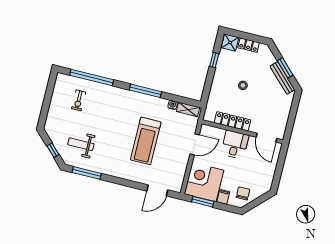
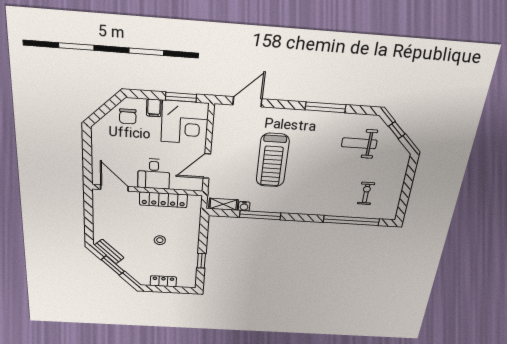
shower: (230, 43) -> (186, 281), removed
bench: (282, 78) -> (109, 251), width x0.73
window: (145, 91) -> (260, 215), moved
treadmill: (146, 141) -> (273, 160), turned 180
weight bench: (81, 144) -> (359, 143), turned 180
window: (87, 173) -> (325, 107), moved

